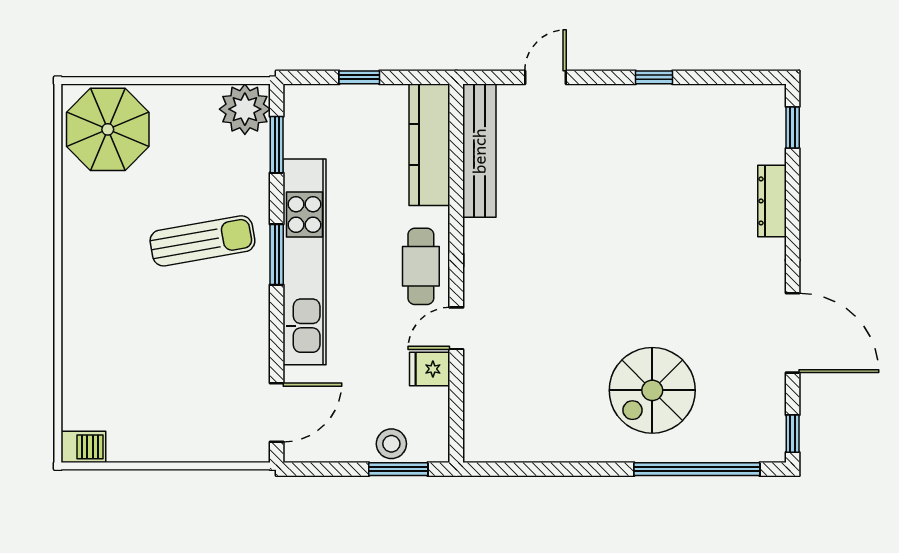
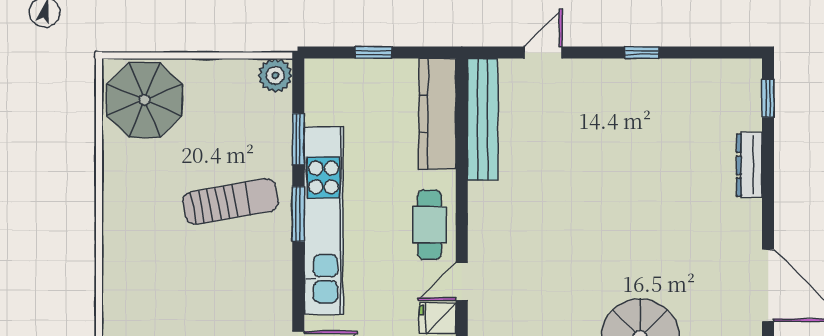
plant: (245, 109) -> (275, 75), width x0.73, depth x0.73
window: (277, 145) -> (298, 139), moved

